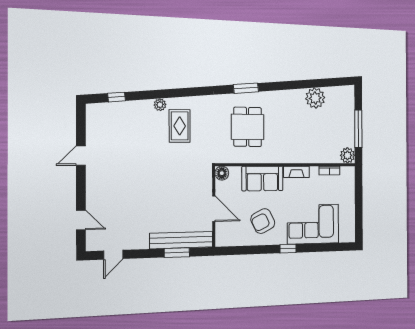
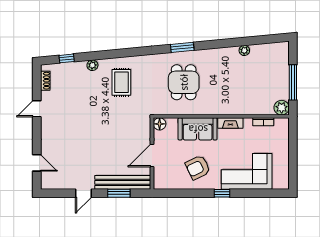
plant: (315, 98) -> (244, 50), width x0.53, depth x0.53
plant: (160, 105) -> (92, 65), moved
shoe rack: (91, 123) -> (45, 81), added
door: (214, 209) -> (152, 155), swing flipped
door: (113, 255) -> (84, 193), moved

